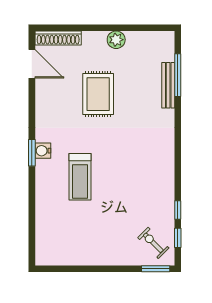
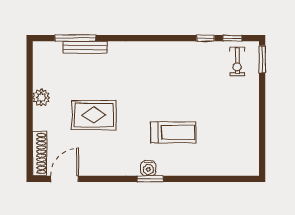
exercise bike: (153, 243) -> (237, 62), turned -45

